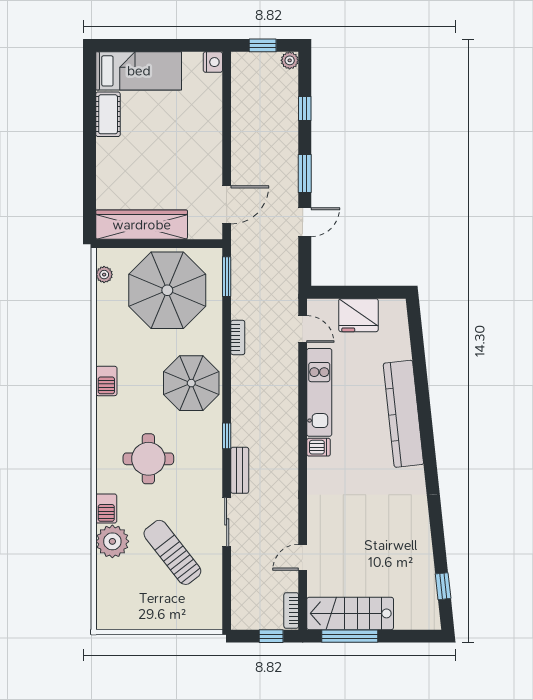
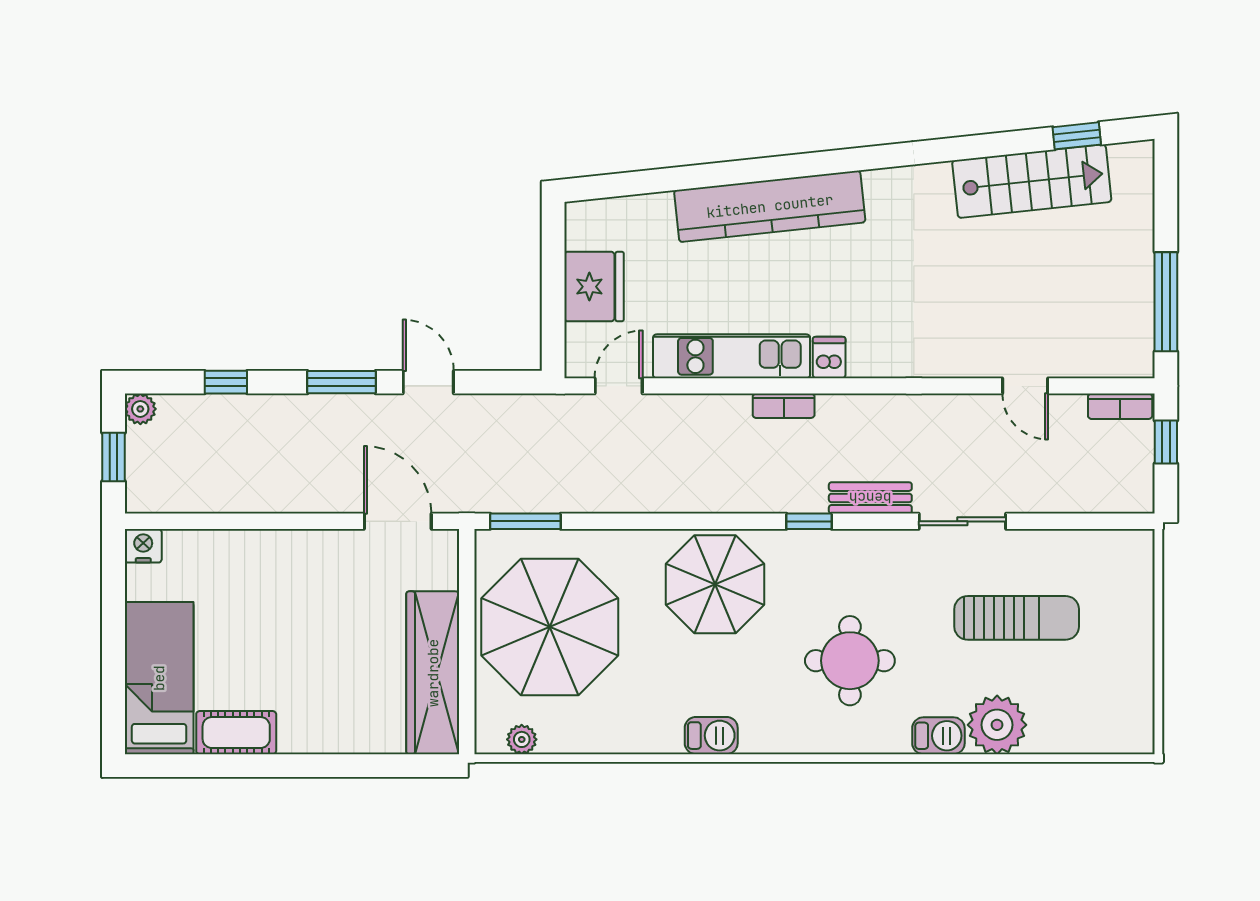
bookcase: (238, 337) -> (784, 406), moved, turned 180
sun lounger: (172, 552) -> (1017, 618), turned -142
stairs: (350, 613) -> (1032, 181), moved, turned -96

